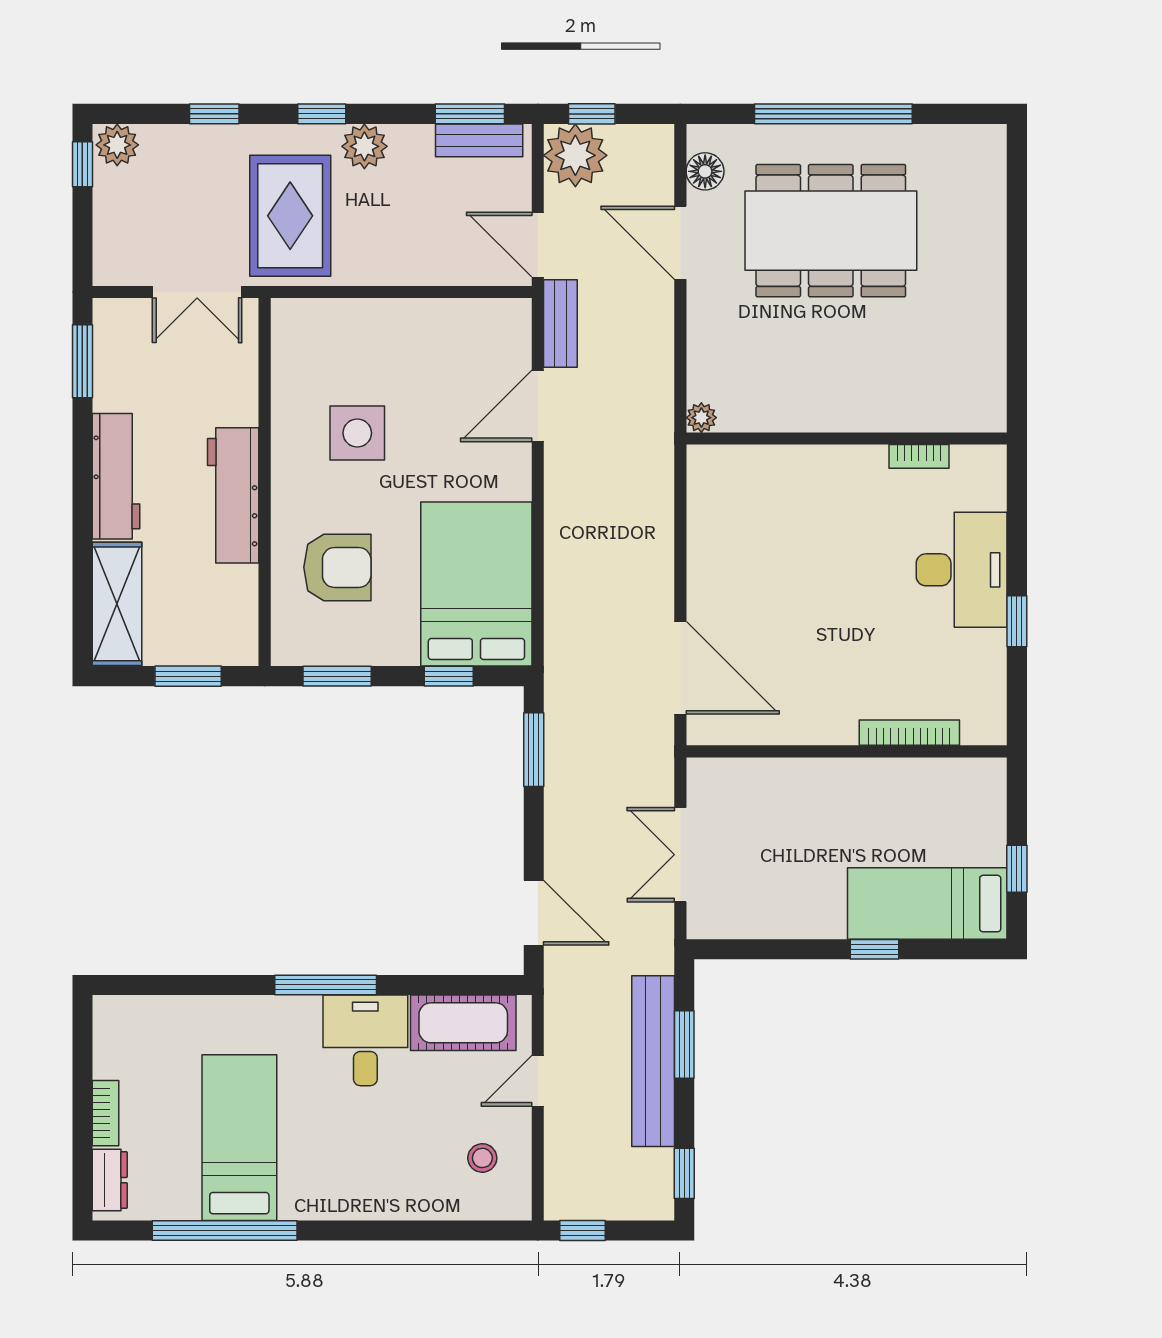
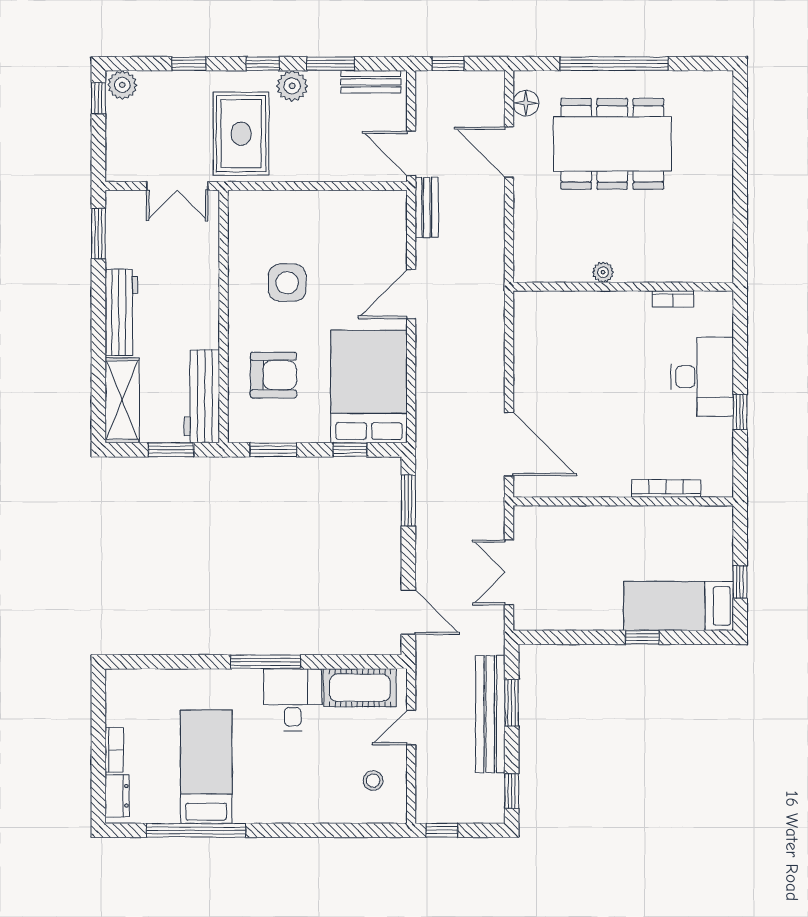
window: (470, 114) -> (331, 64), moved
plant: (575, 155) -> (437, 92), removed
door: (538, 406) -> (411, 294), moved
plant: (701, 418) -> (603, 272), moved
workbench: (233, 495) -> (202, 396), moved

